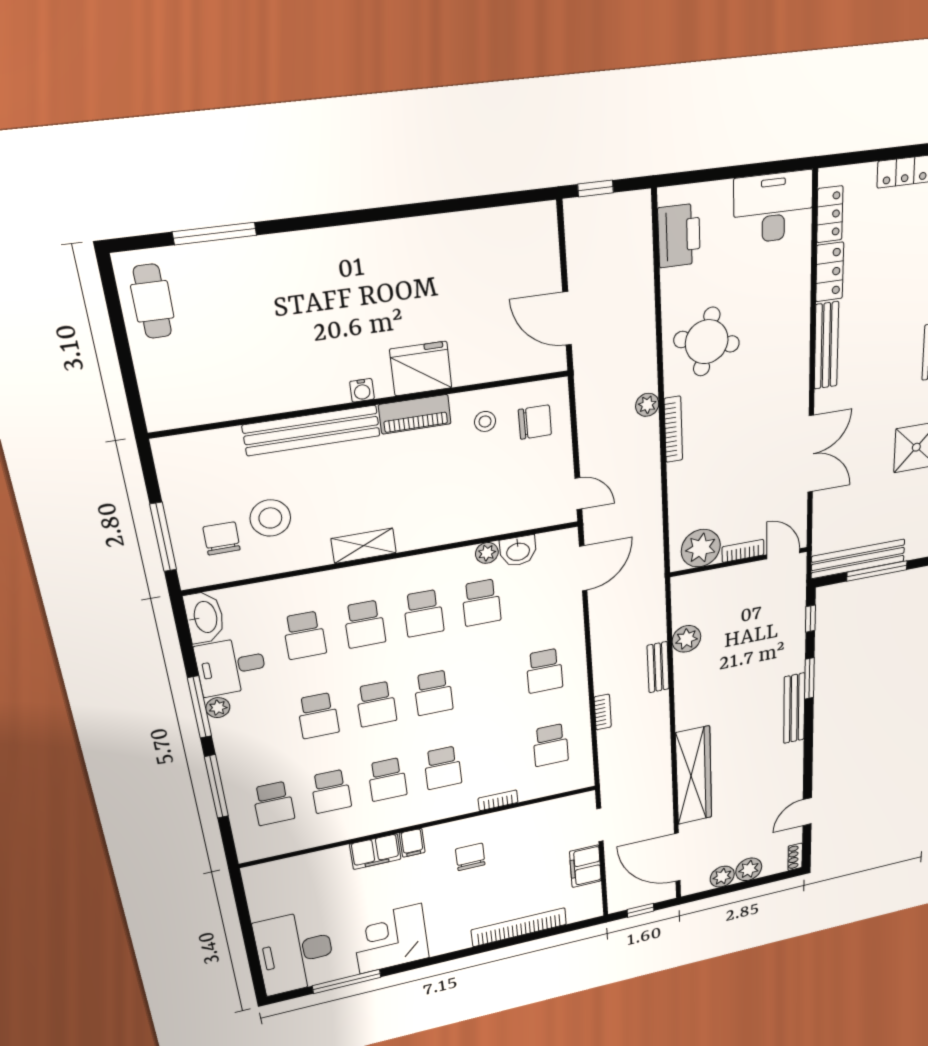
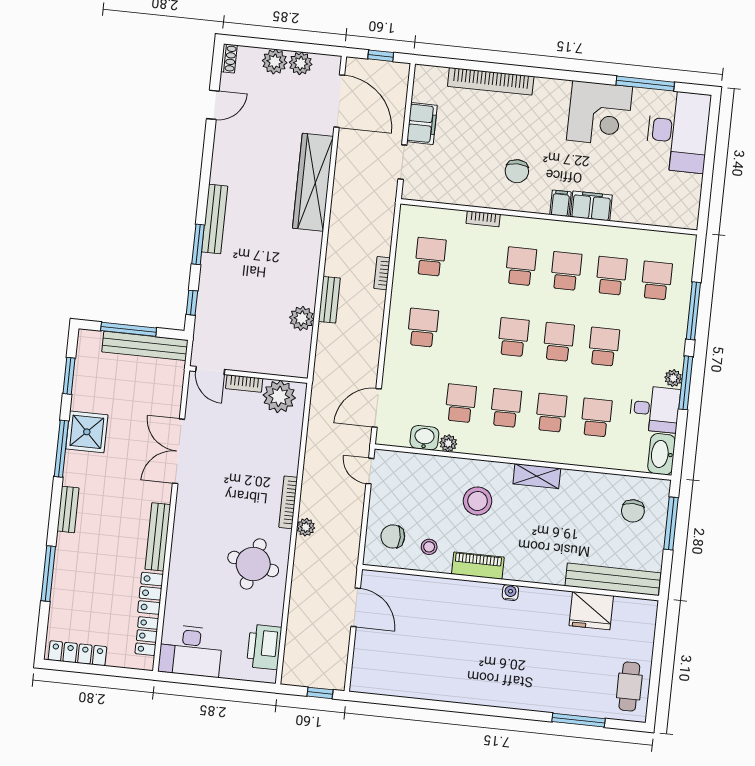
fridge: (421, 369) -> (591, 611), moved
bench: (312, 430) -> (613, 579), moved
stool: (270, 518) -> (478, 501), moved

